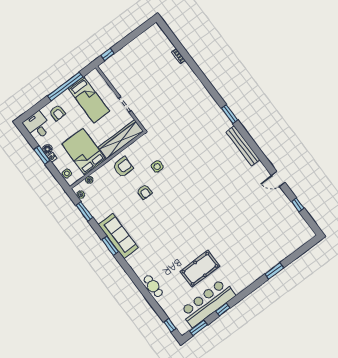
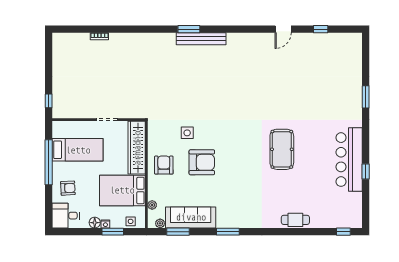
bench: (243, 146) -> (201, 39), moved
window: (42, 155) -> (113, 232), moved
armchair: (144, 192) -> (202, 162), width x1.88, depth x1.88
sofa: (118, 236) -> (191, 217), moved
pool table: (200, 269) -> (282, 149), moved
bar counter: (208, 303) -> (349, 160), moved
window: (198, 328) -> (366, 207), removed

